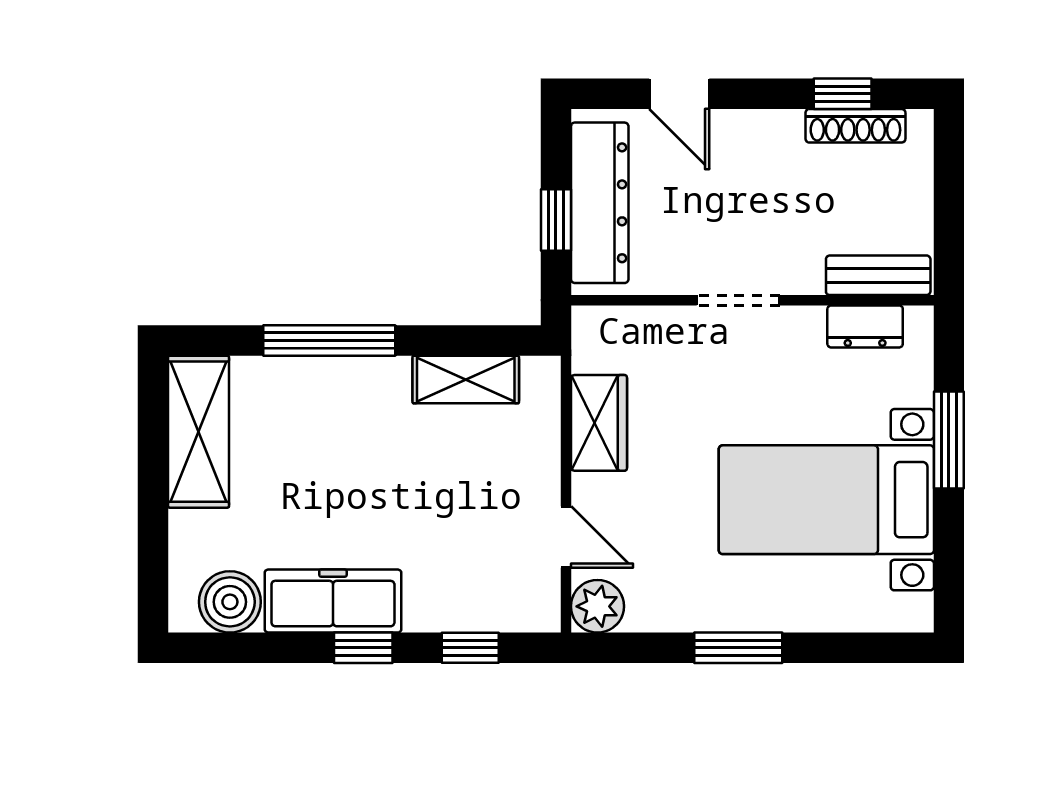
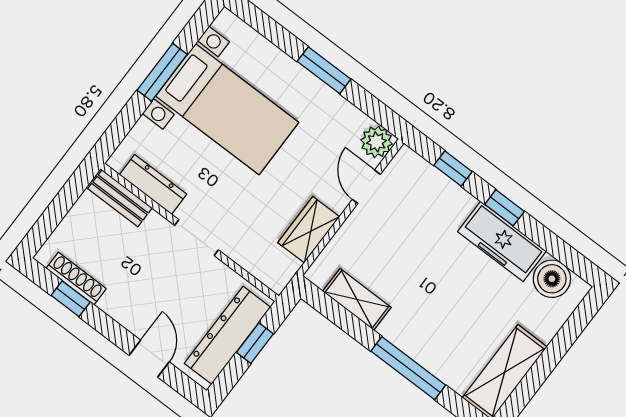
dresser: (865, 326) -> (153, 184), width x1.44
window: (949, 440) -> (162, 72), moved

